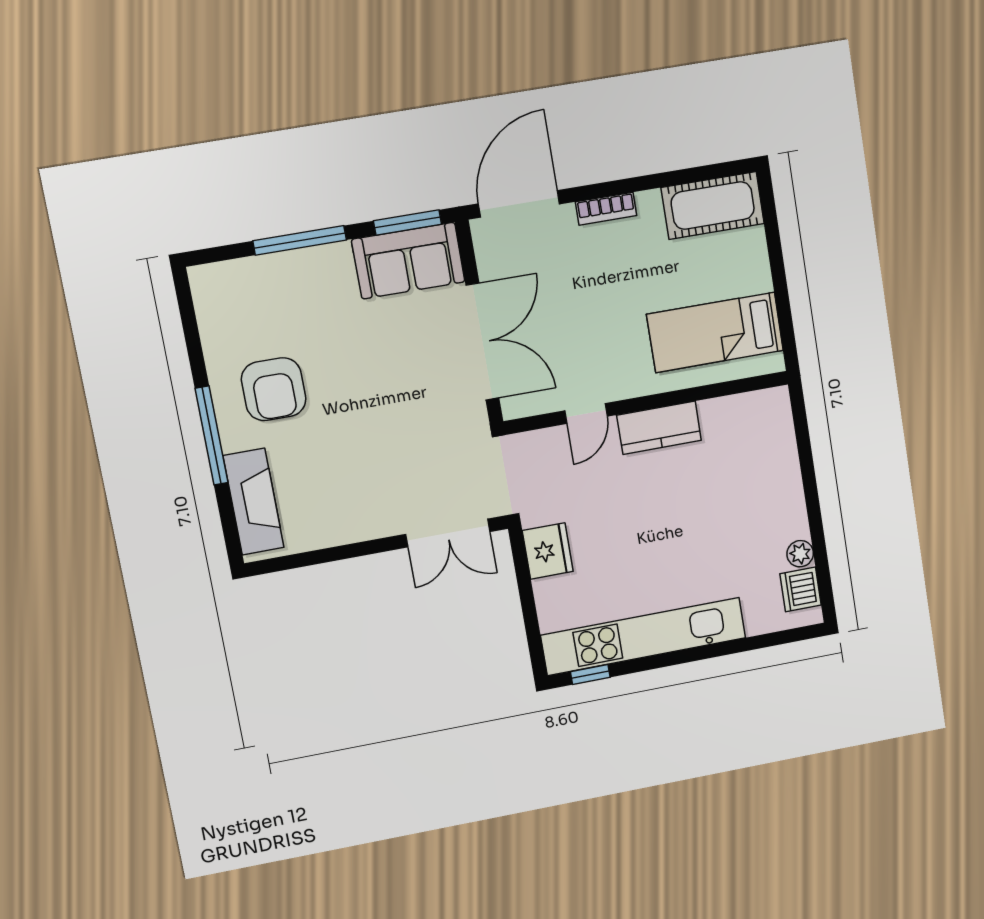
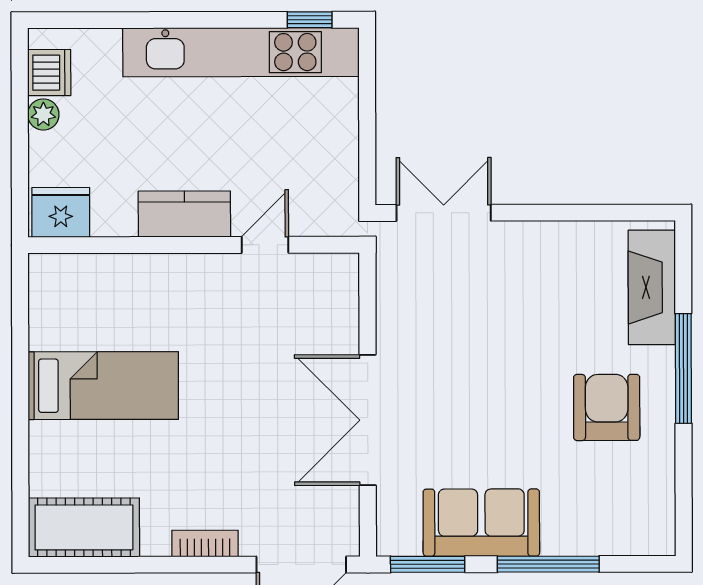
sofa: (408, 261) -> (481, 523), moved
wall: (647, 403) -> (194, 245), moved
door: (586, 414) -> (265, 245), moved
kitchen counter: (659, 428) -> (184, 214), moved
fridge: (548, 551) -> (61, 212), moved, turned 90

